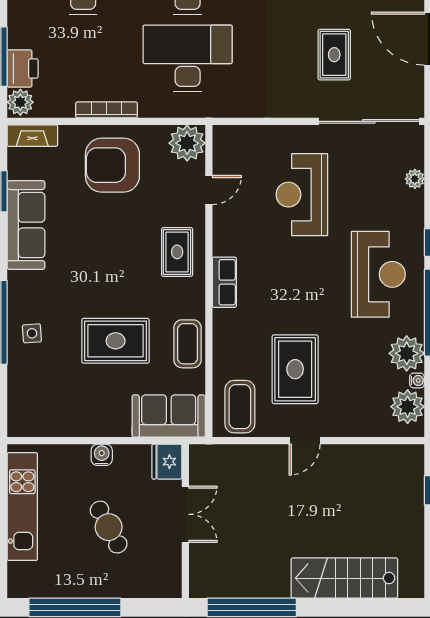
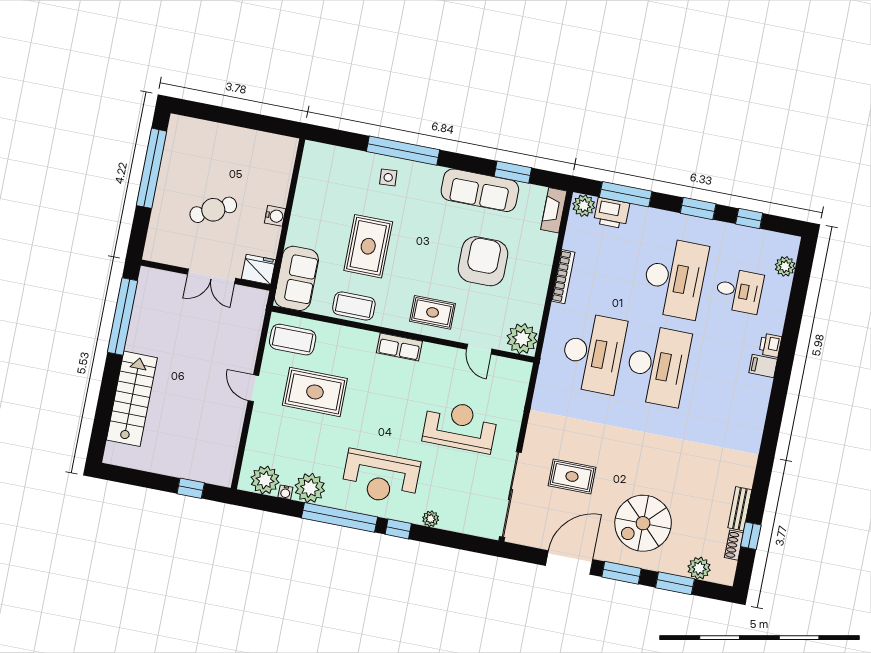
armchair: (112, 165) -> (483, 261), moved
plant: (415, 179) -> (431, 519), moved
kitchen unit: (22, 507) -> (245, 141), removed

